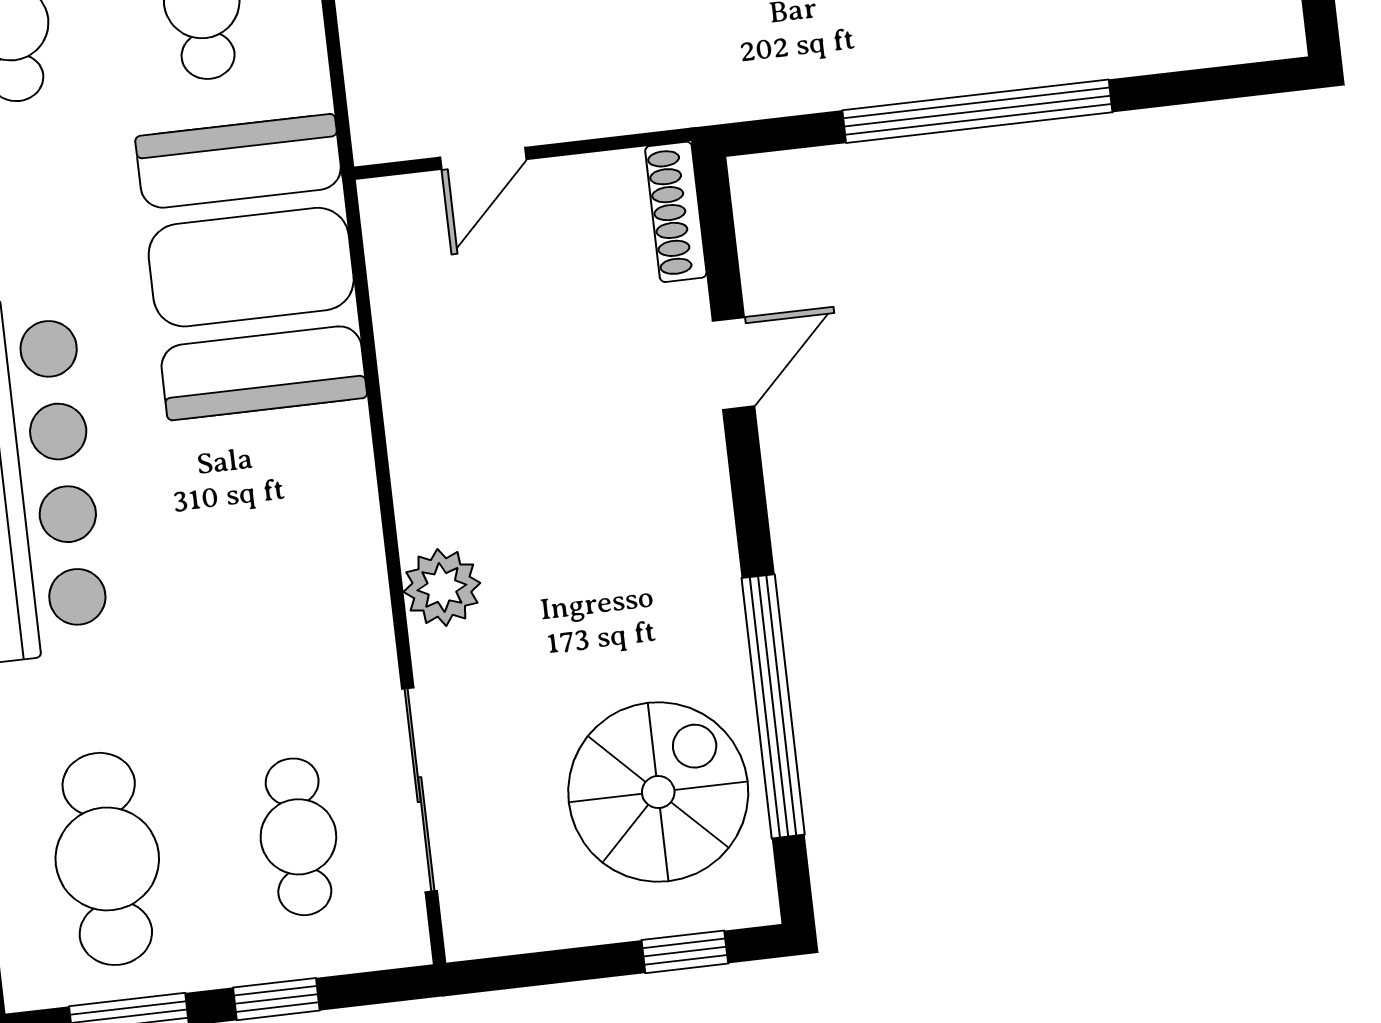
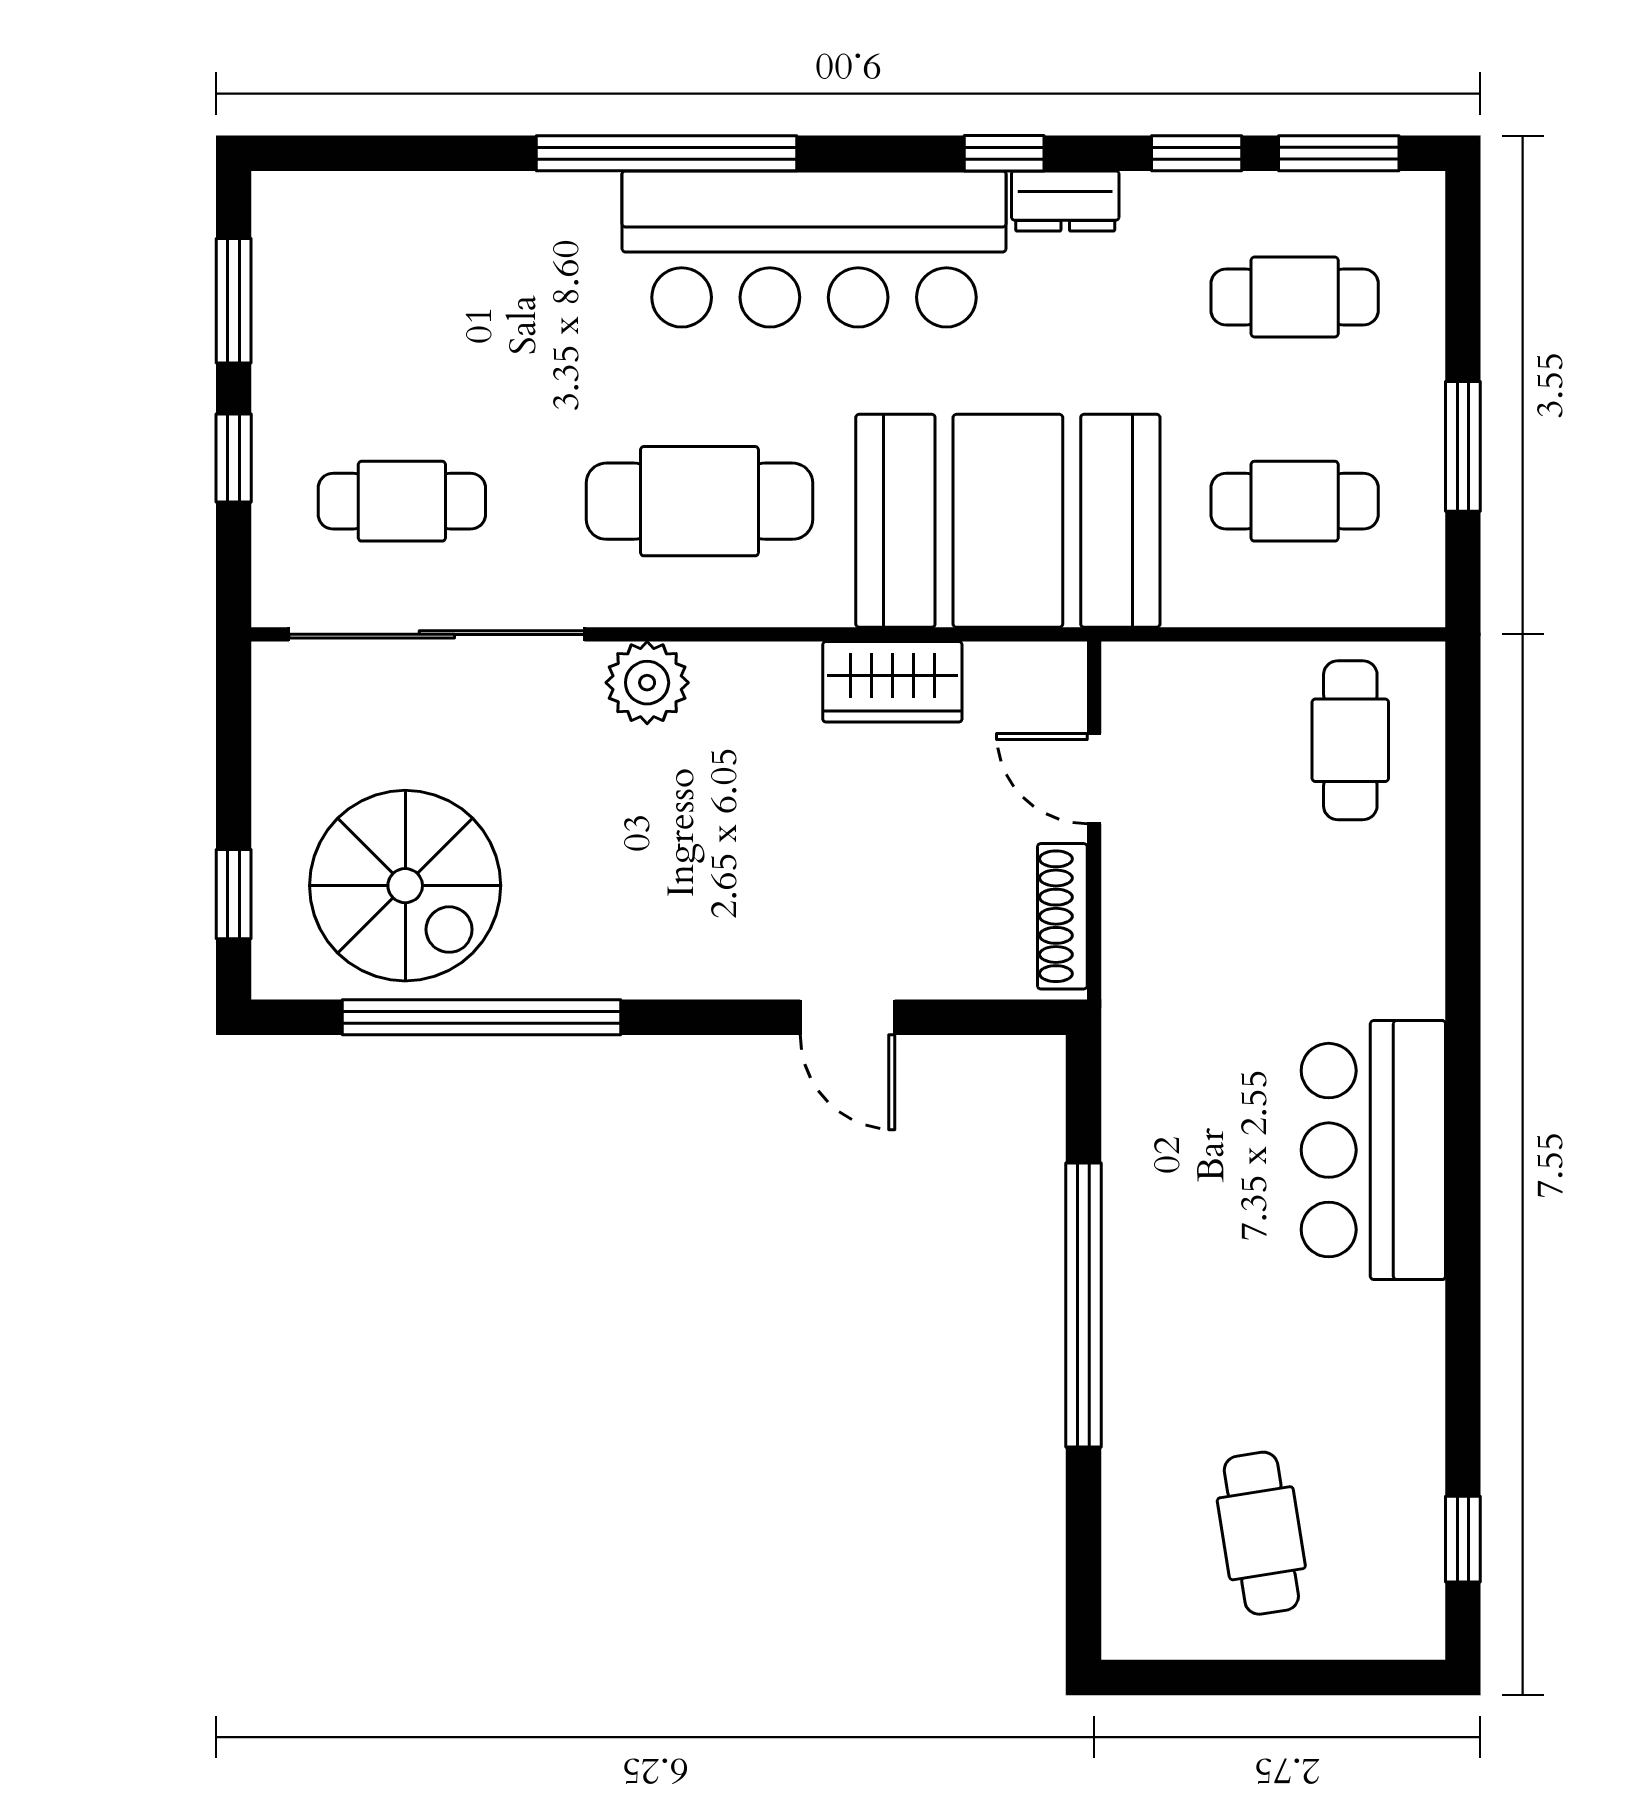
shoe rack: (676, 212) -> (1062, 916), moved, turned -90
wardrobe: (414, 358) -> (892, 682), added
sliding door: (419, 790) -> (437, 634), width x1.36
cafe table: (107, 859) -> (699, 501), moved

